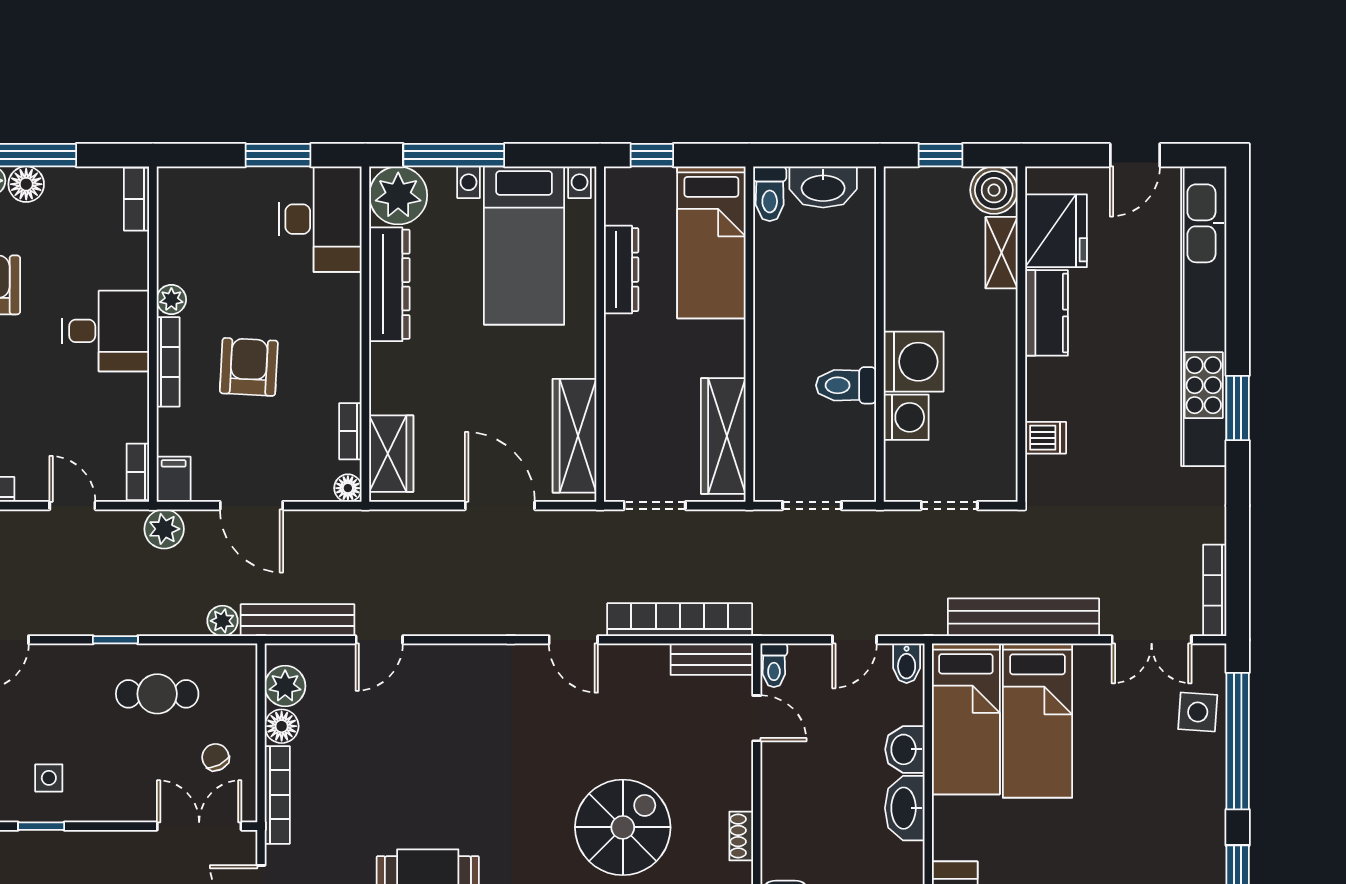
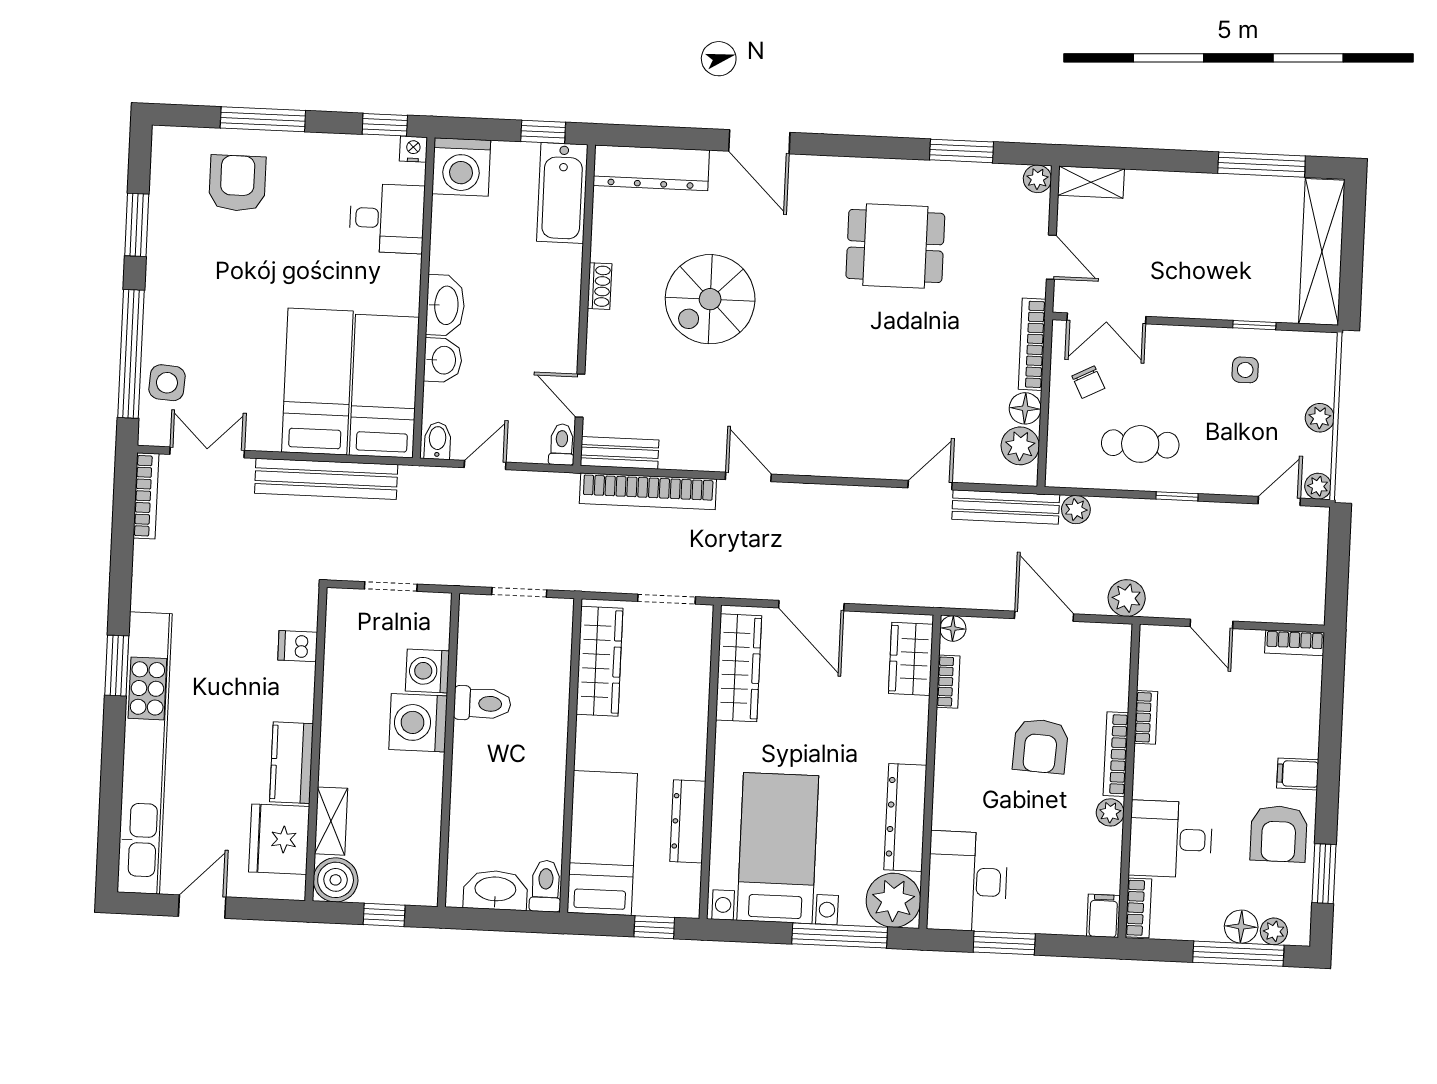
desk: (106, 331) -> (1171, 839), moved
bookcase: (138, 472) -> (1146, 717), moved
filing cabinet: (174, 479) -> (1103, 916), moved, turned 180

